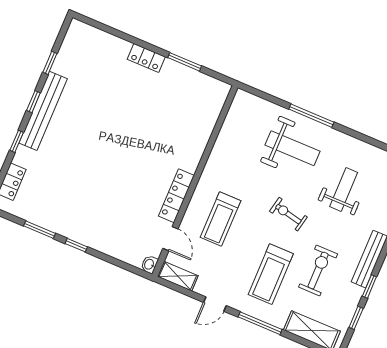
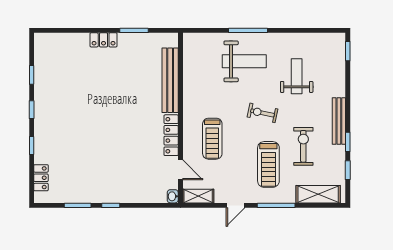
bench: (43, 111) -> (170, 80), moved

